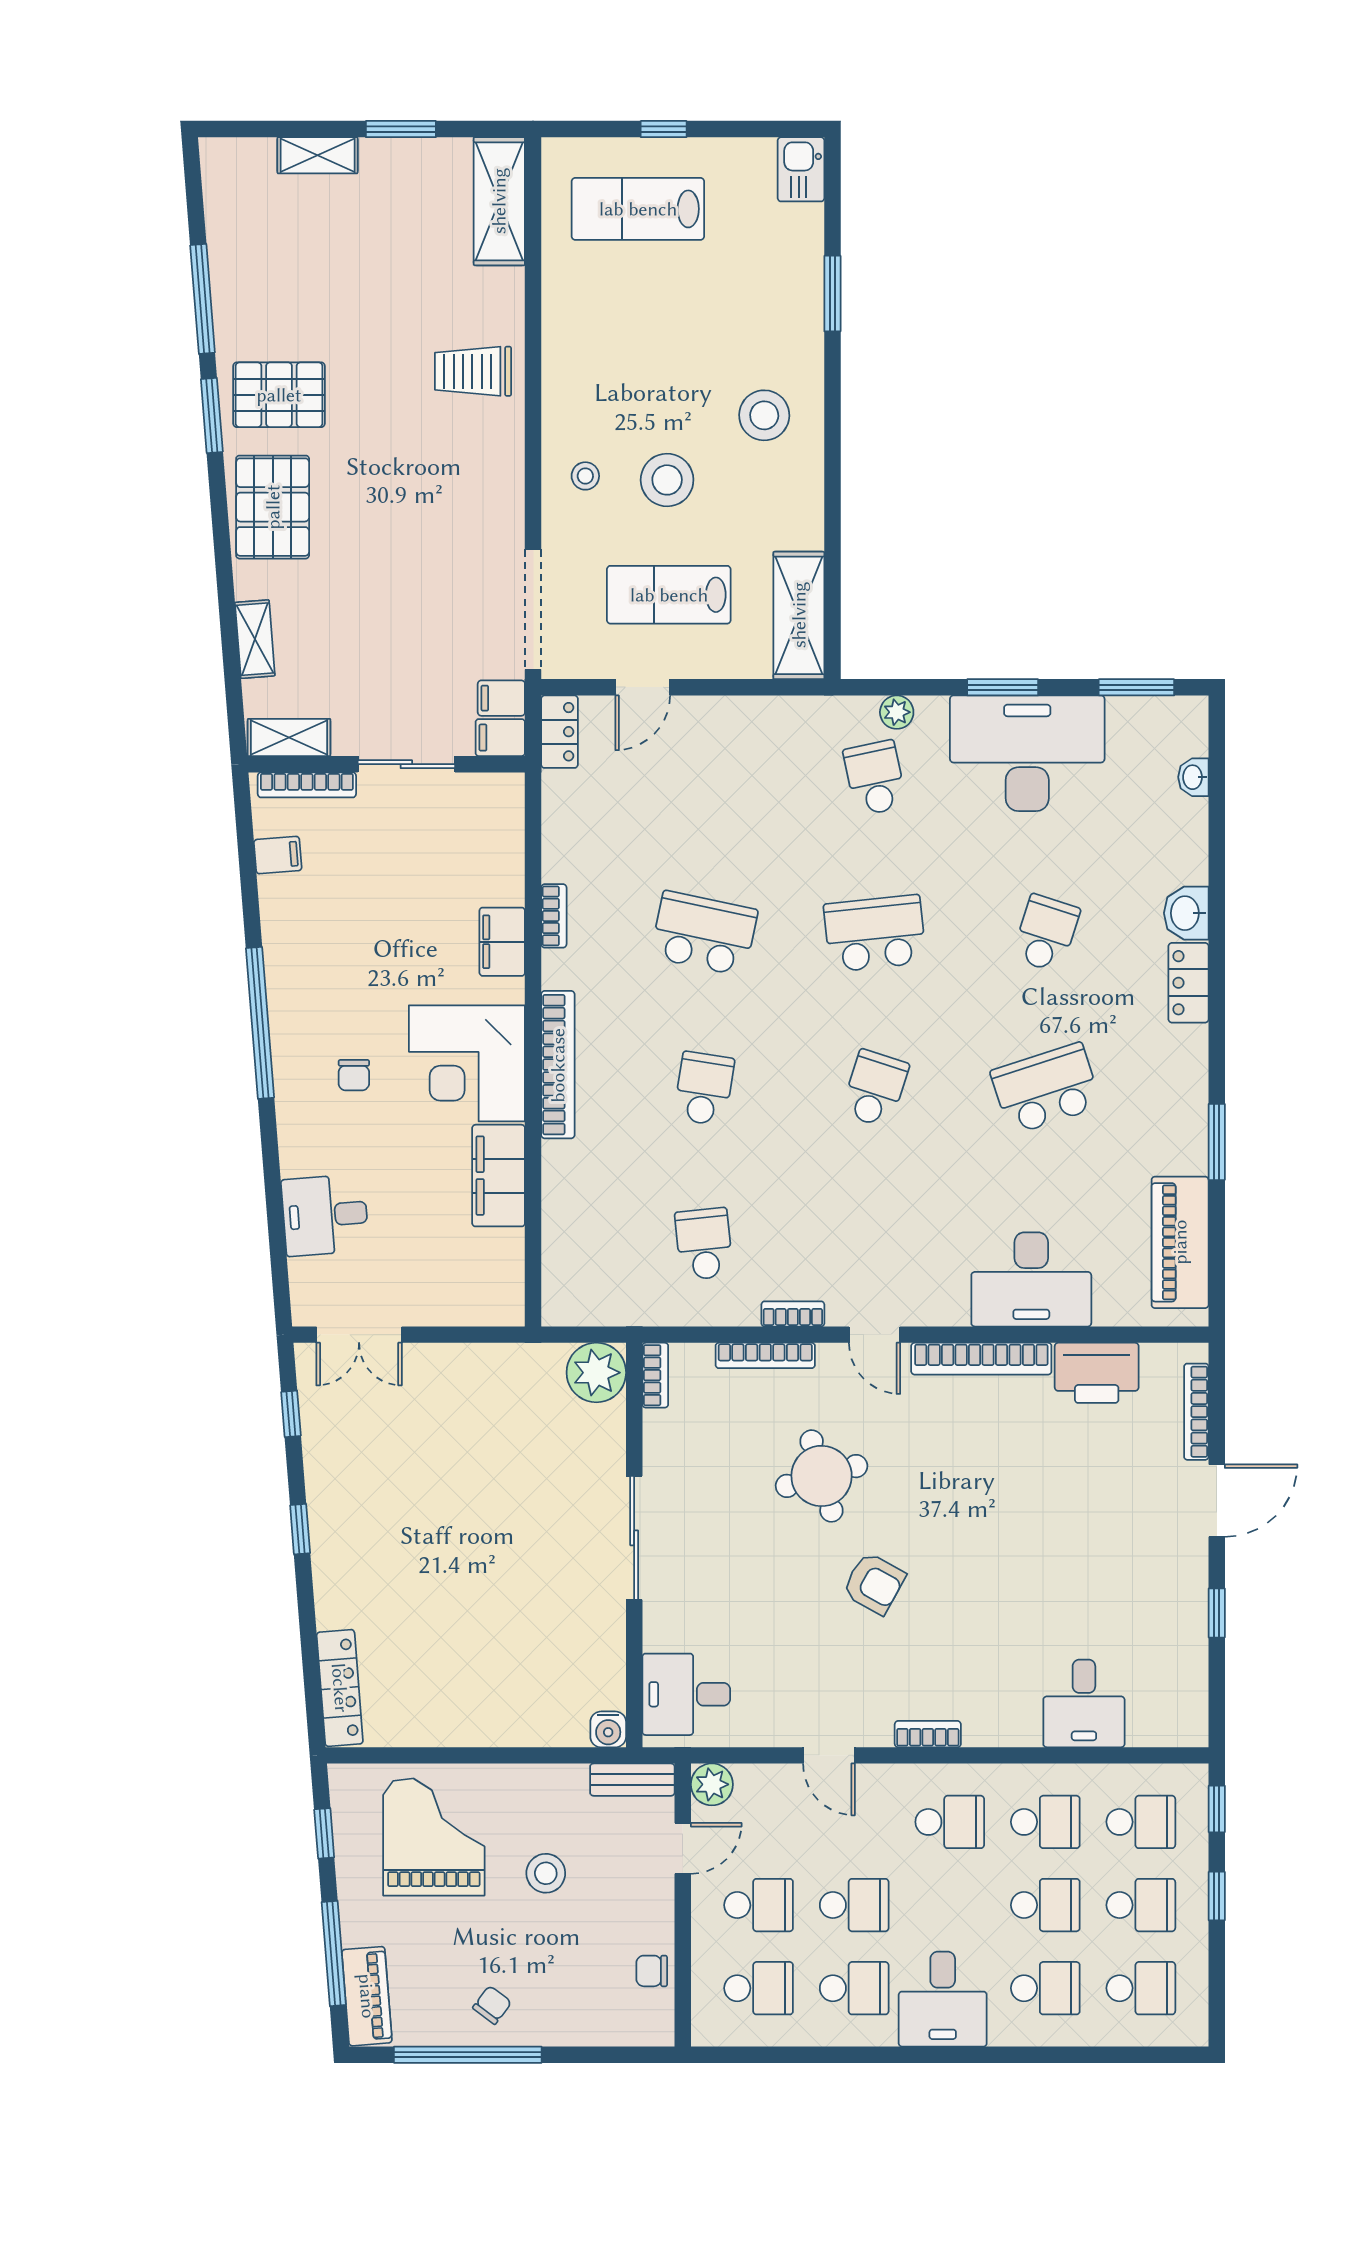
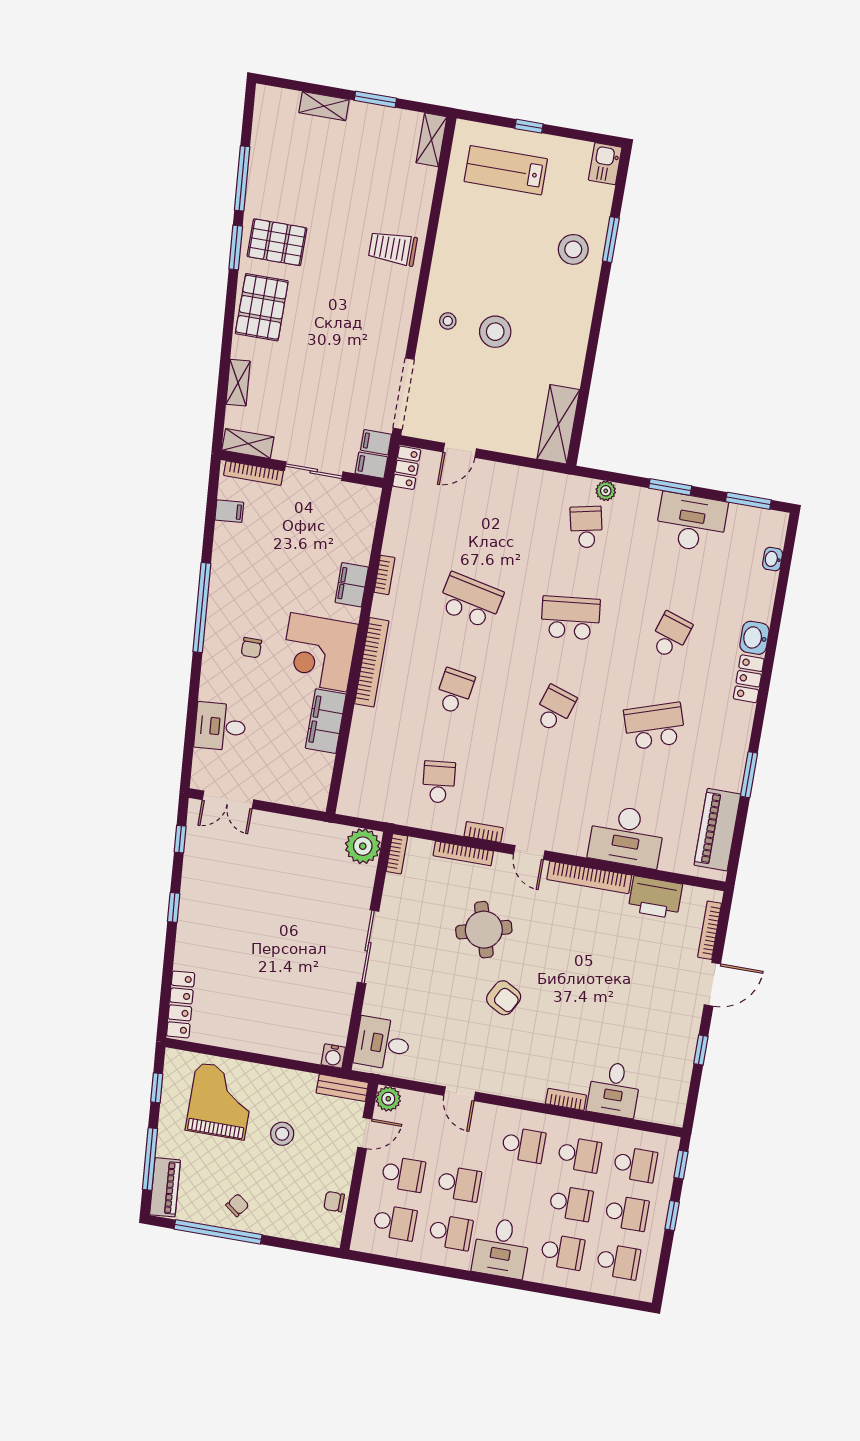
shelving: (499, 201) -> (431, 140), width x0.67, depth x0.75
stool: (764, 415) -> (573, 249), moved
lab bench: (669, 595) -> (484, 399), removed
desk: (1027, 753) -> (691, 522), width x0.73, depth x0.77
bookcase: (928, 1734) -> (566, 1099), moved

